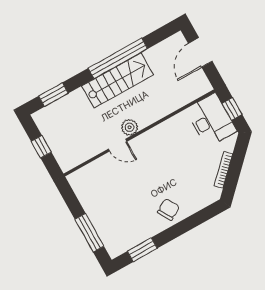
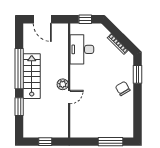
window: (53, 95) -> (19, 107), moved
desk: (211, 120) -> (82, 49), moved, turned -90
window: (142, 250) -> (138, 74), moved

